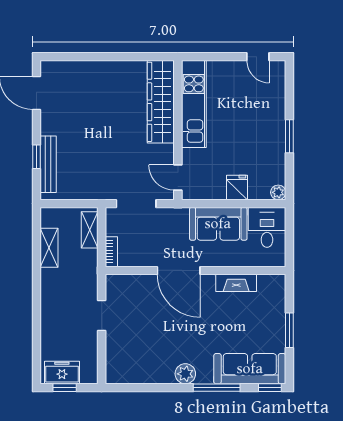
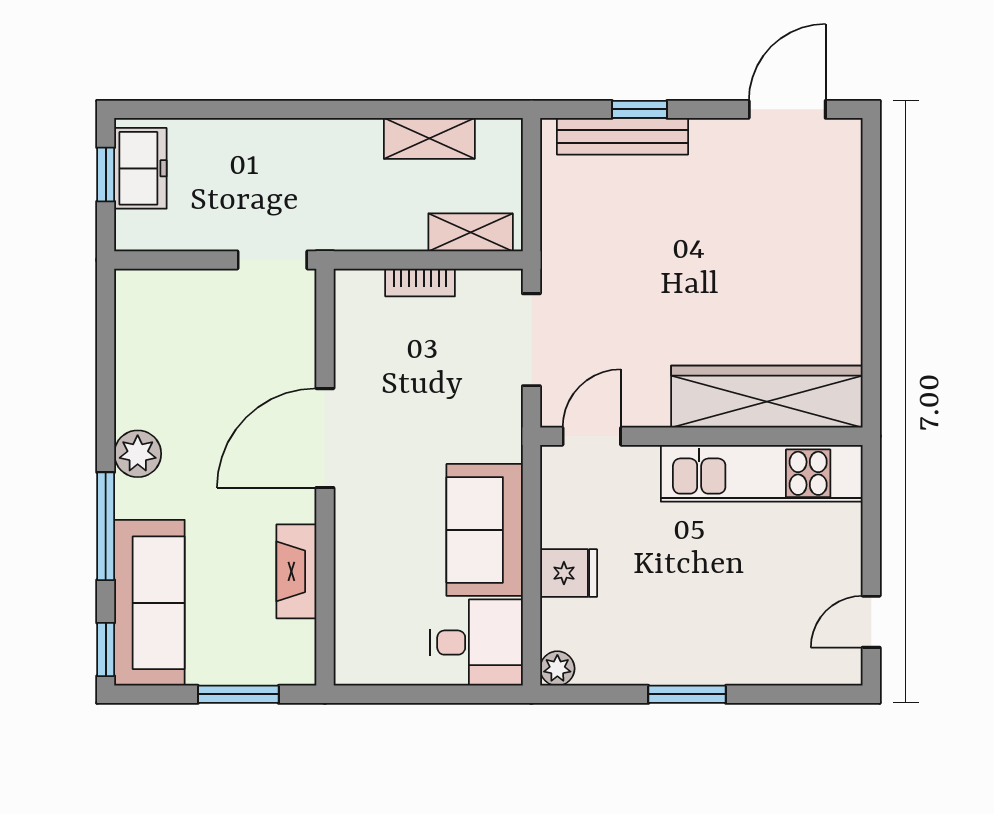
door: (179, 270) -> (325, 438), moved
wall: (195, 270) -> (325, 477), moved
fireplace: (236, 283) -> (296, 571), moved

